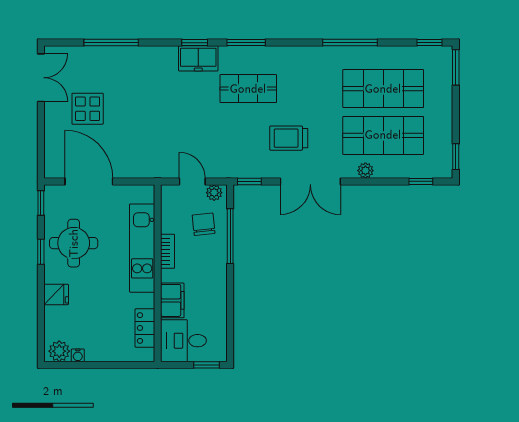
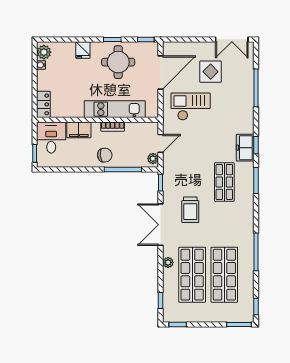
checkout: (138, 138) -> (191, 106), added
trolley: (289, 138) -> (190, 210), turned 180
chair: (204, 224) -> (105, 155), moved
locker: (145, 328) -> (43, 104), moved, turned 90

